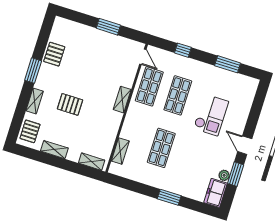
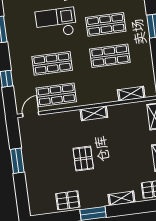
shelving: (122, 100) -> (94, 113), moved
pallet: (70, 104) -> (83, 159), moved
shop shelf: (190, 157) -> (106, 24), added

